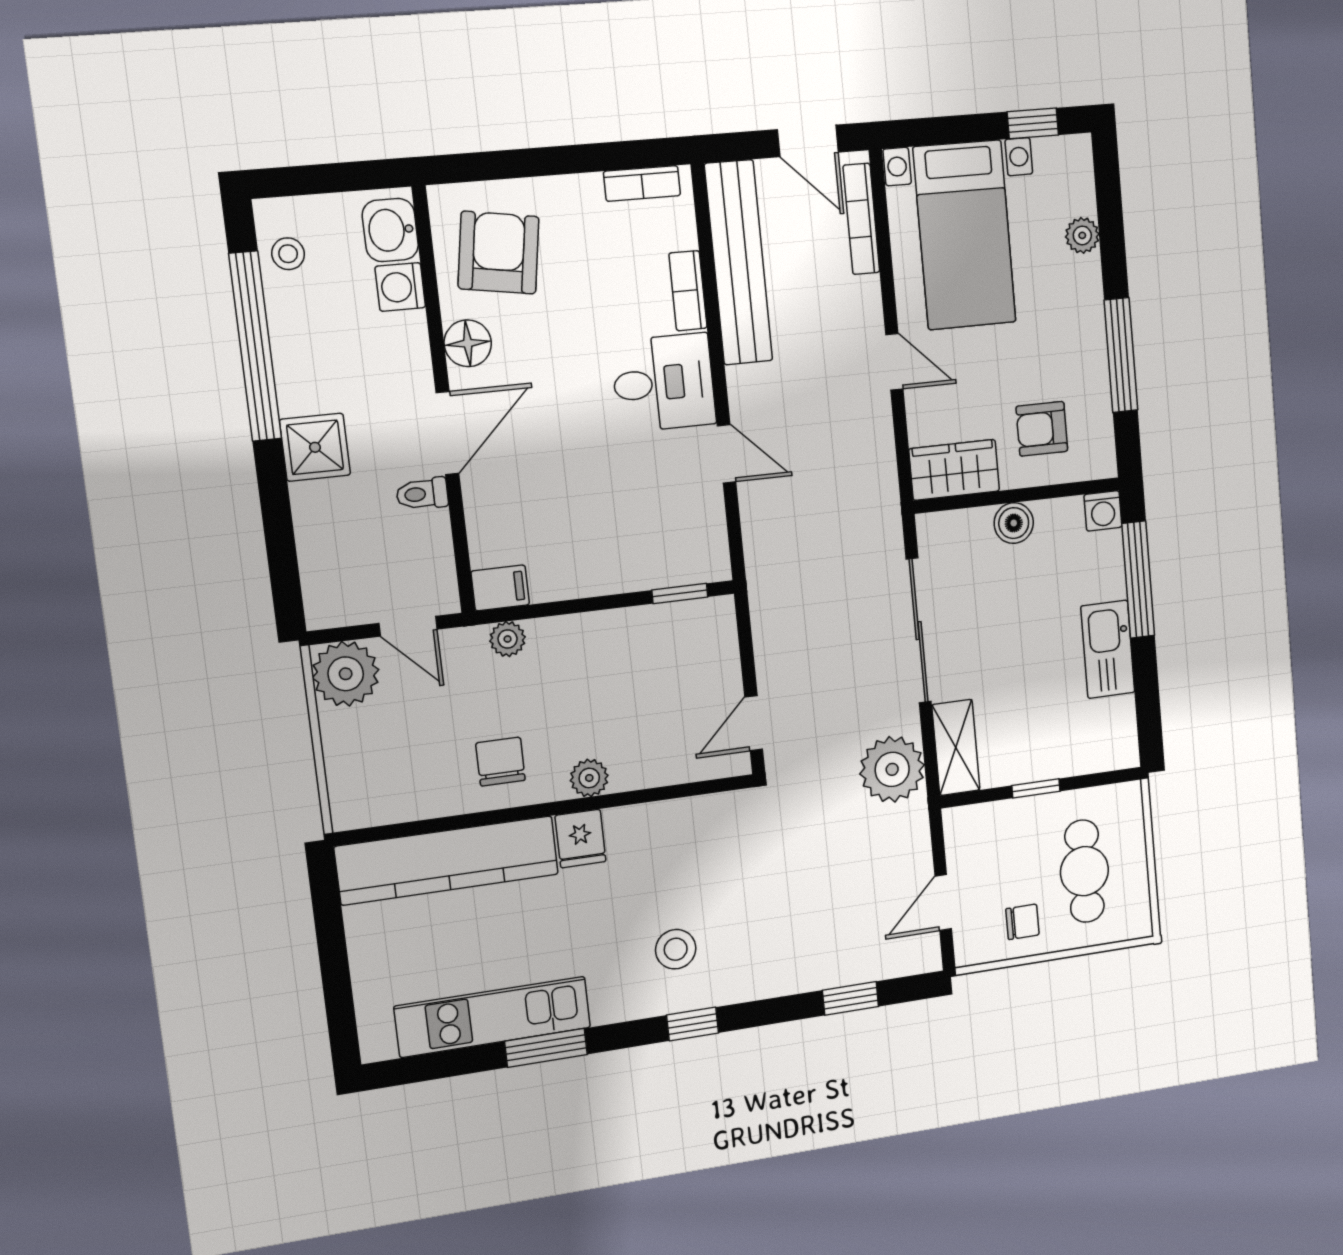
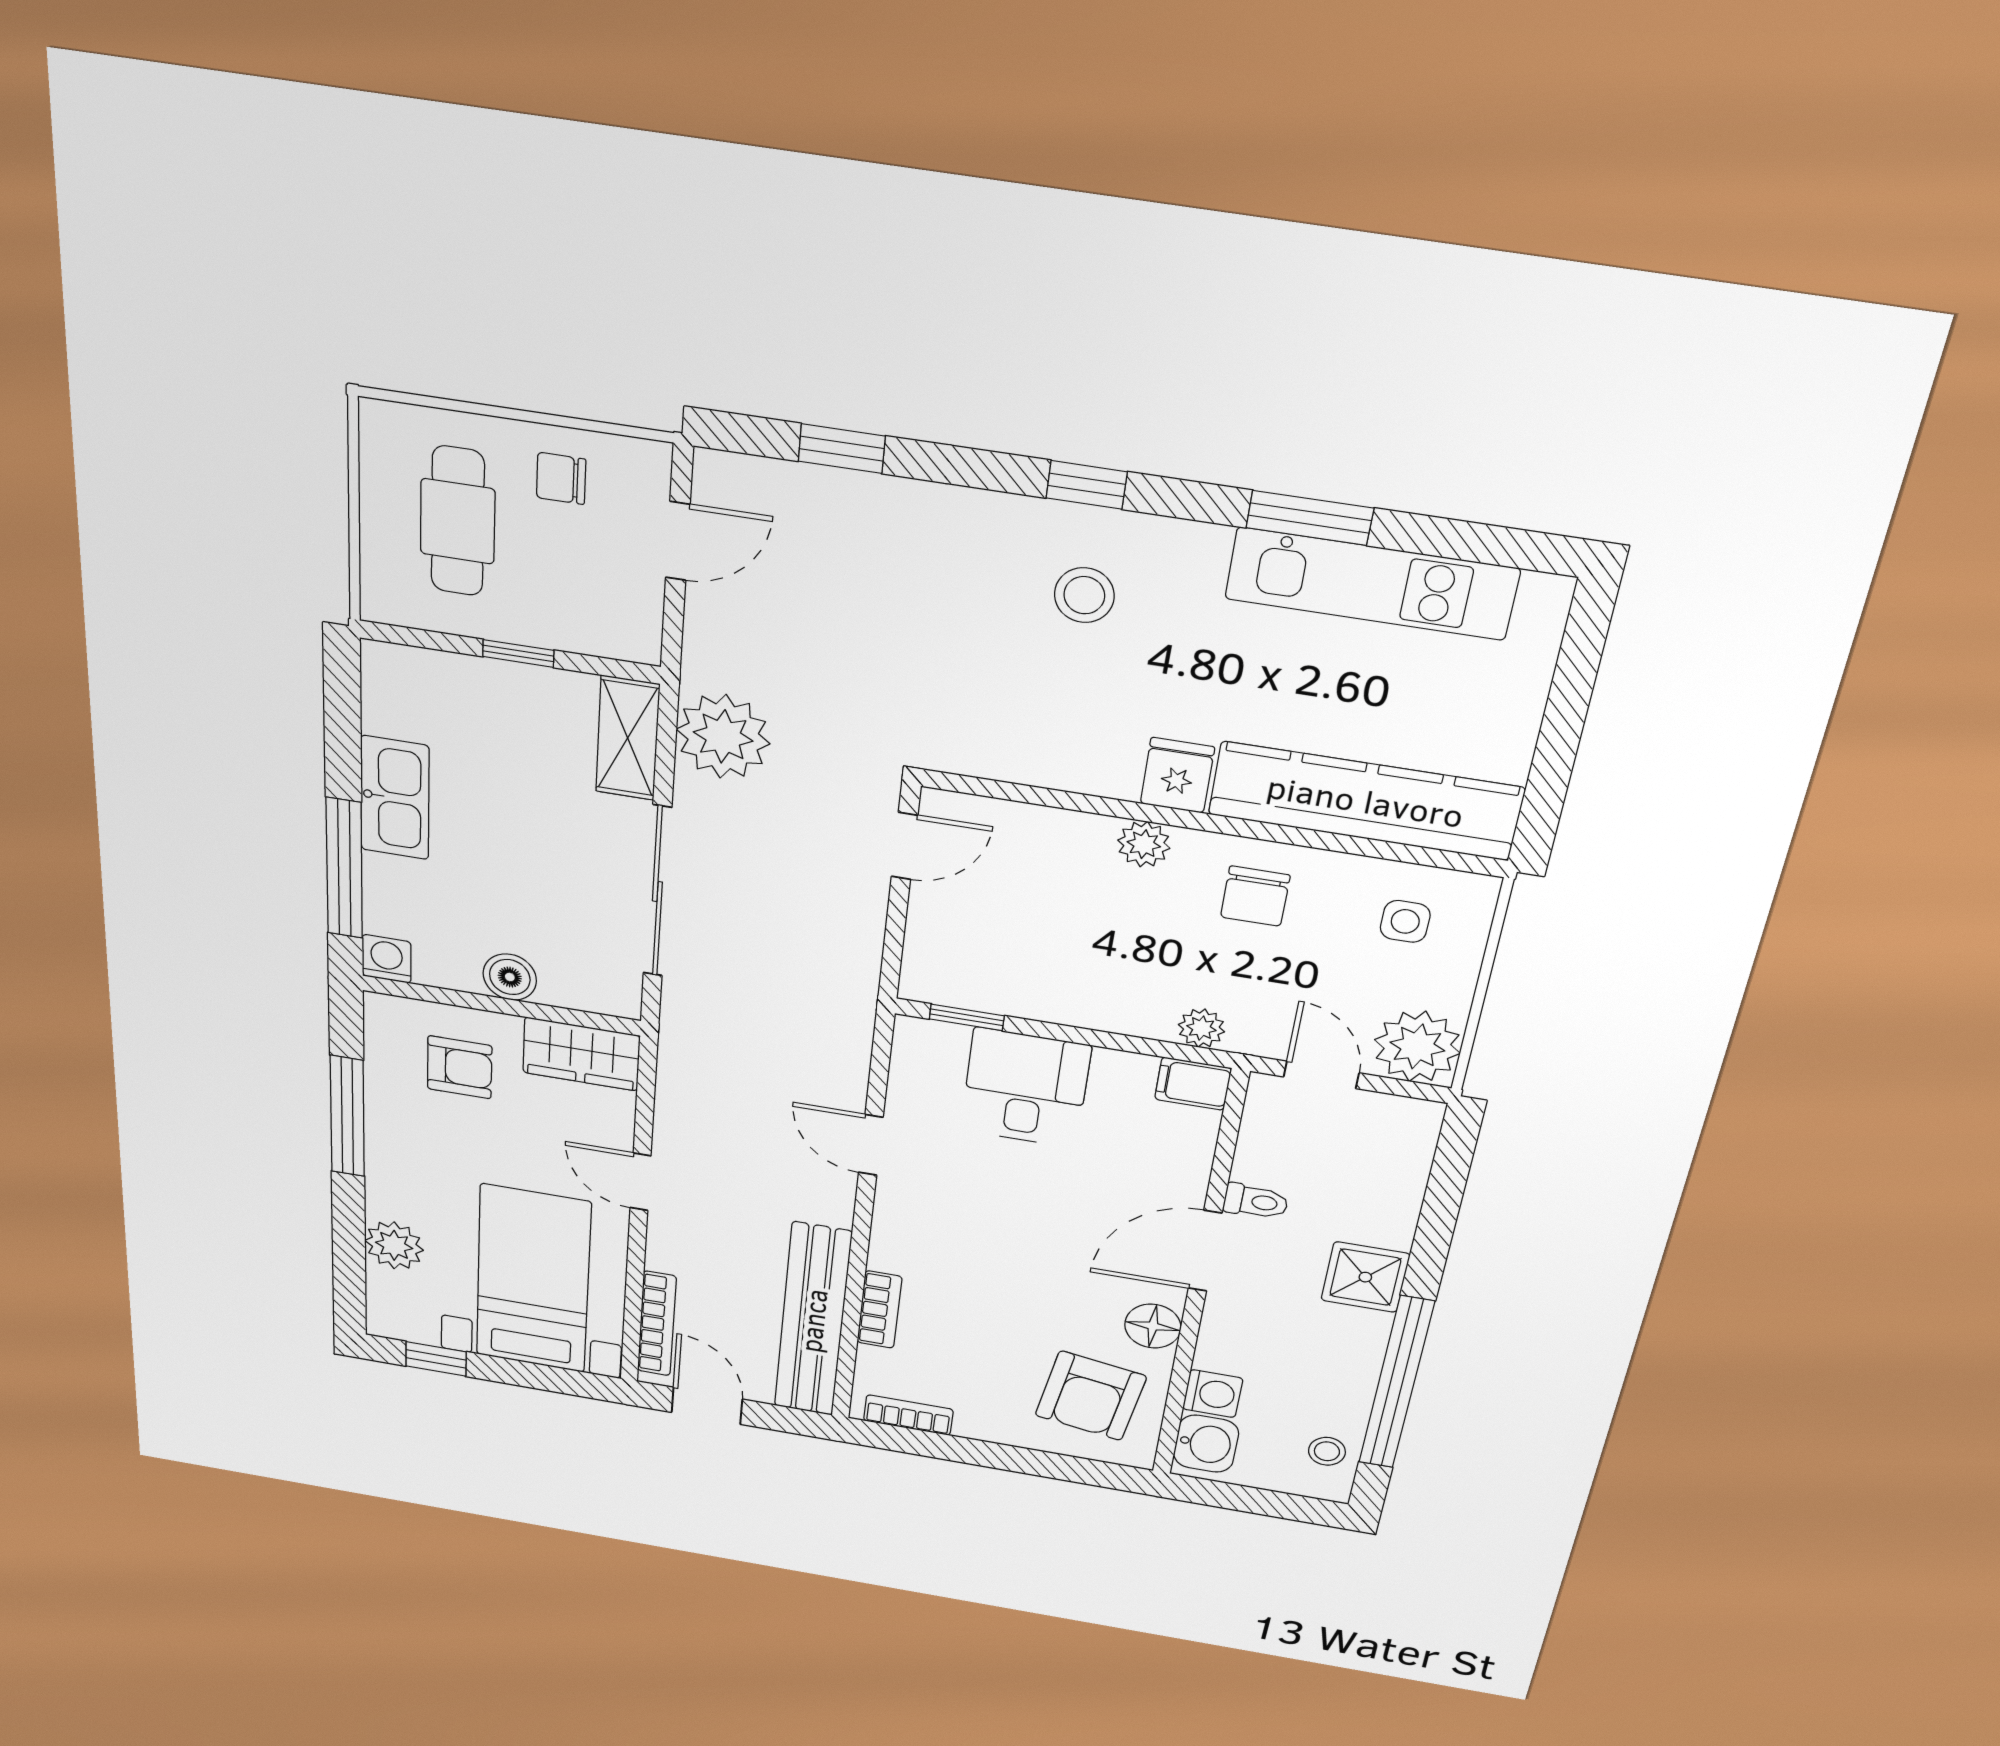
plant: (1082, 235) -> (394, 1245), width x1.38, depth x1.38
desk: (664, 383) -> (1025, 1088), moved, turned 90
side table: (389, 775) -> (1405, 921), added

